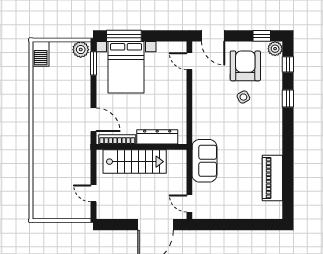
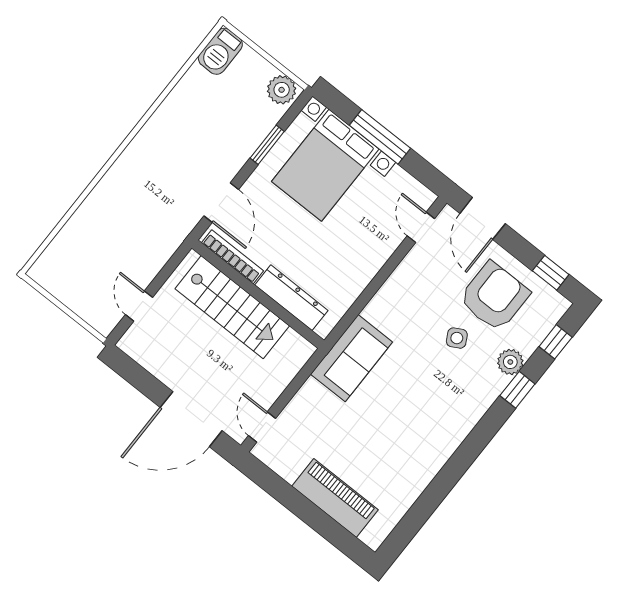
window: (124, 36) -> (380, 137), moved
plant: (275, 49) -> (510, 362), moved
window: (94, 63) -> (267, 145), moved
sofa: (204, 161) -> (352, 358), moved
piano: (272, 178) -> (335, 498), moved, turned 90

